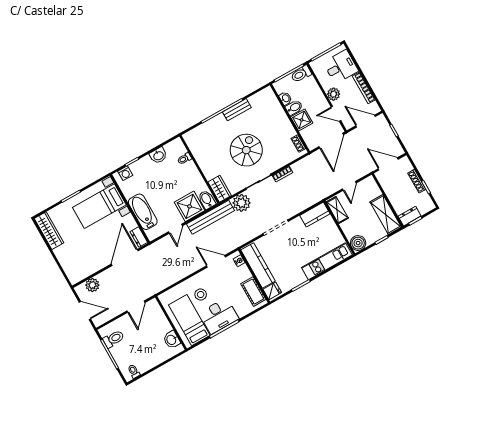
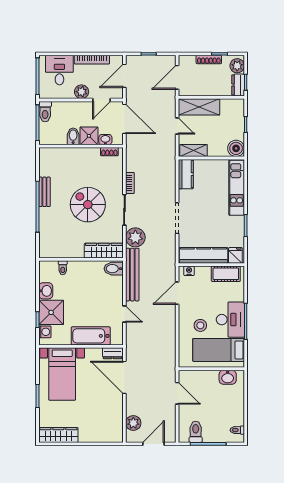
washbasin: (285, 98) -> (105, 140), moved
wardrobe: (220, 189) -> (104, 251), width x1.50
shower: (190, 206) -> (51, 312), moved
plant: (425, 207) -> (237, 66), added
shelving: (386, 215) -> (199, 107), moved

